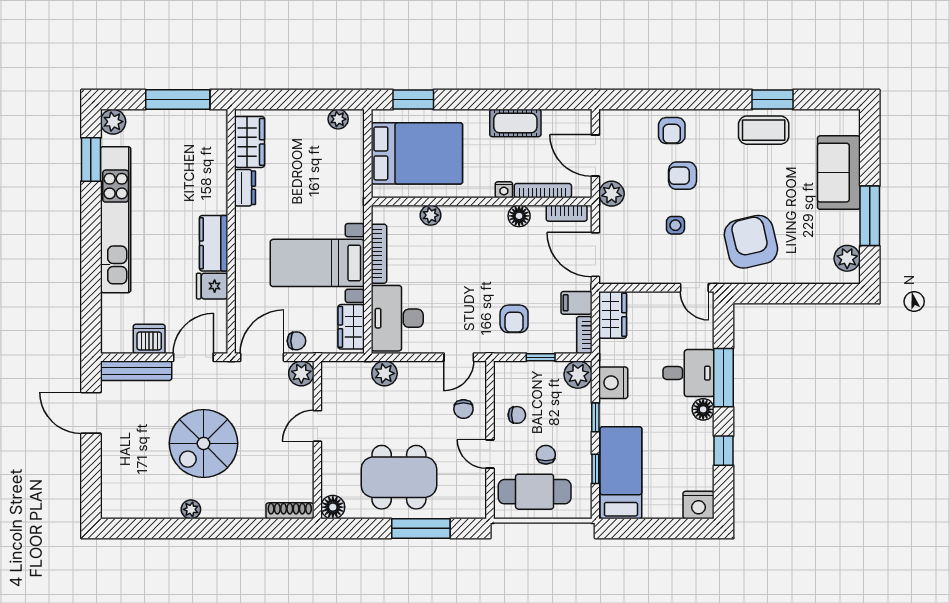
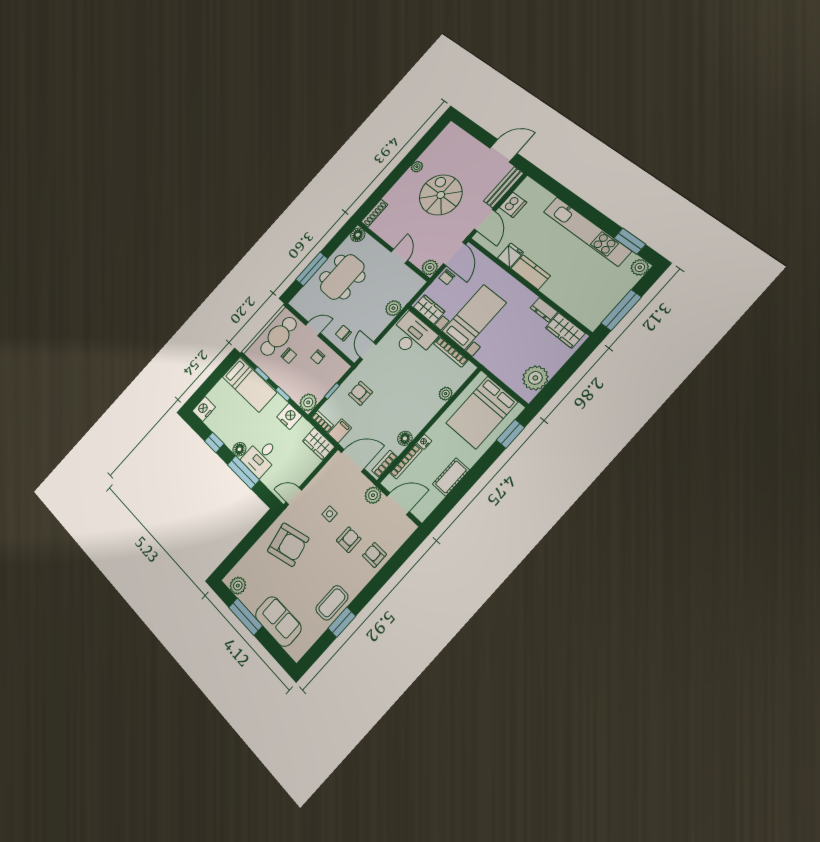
plant: (338, 119) -> (535, 378), width x1.88, depth x1.88

